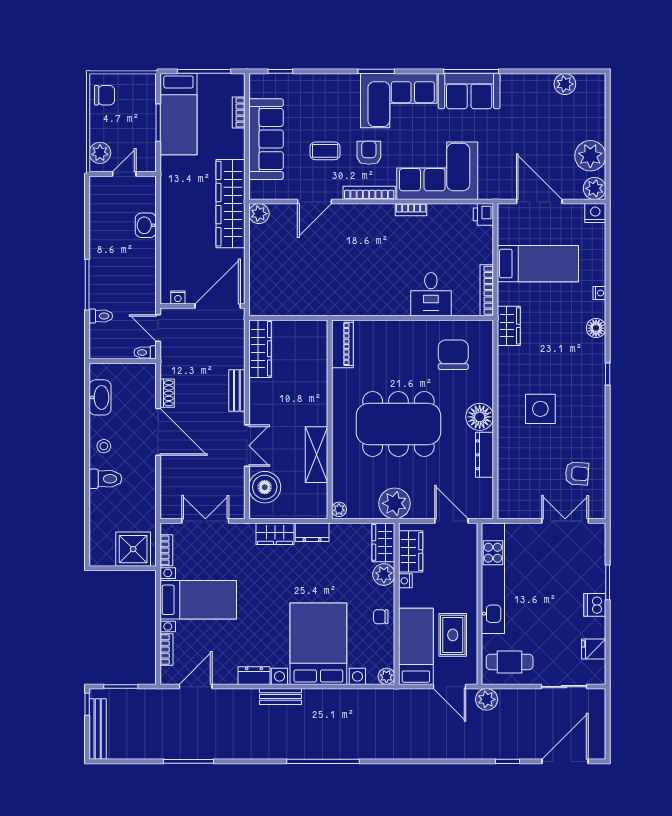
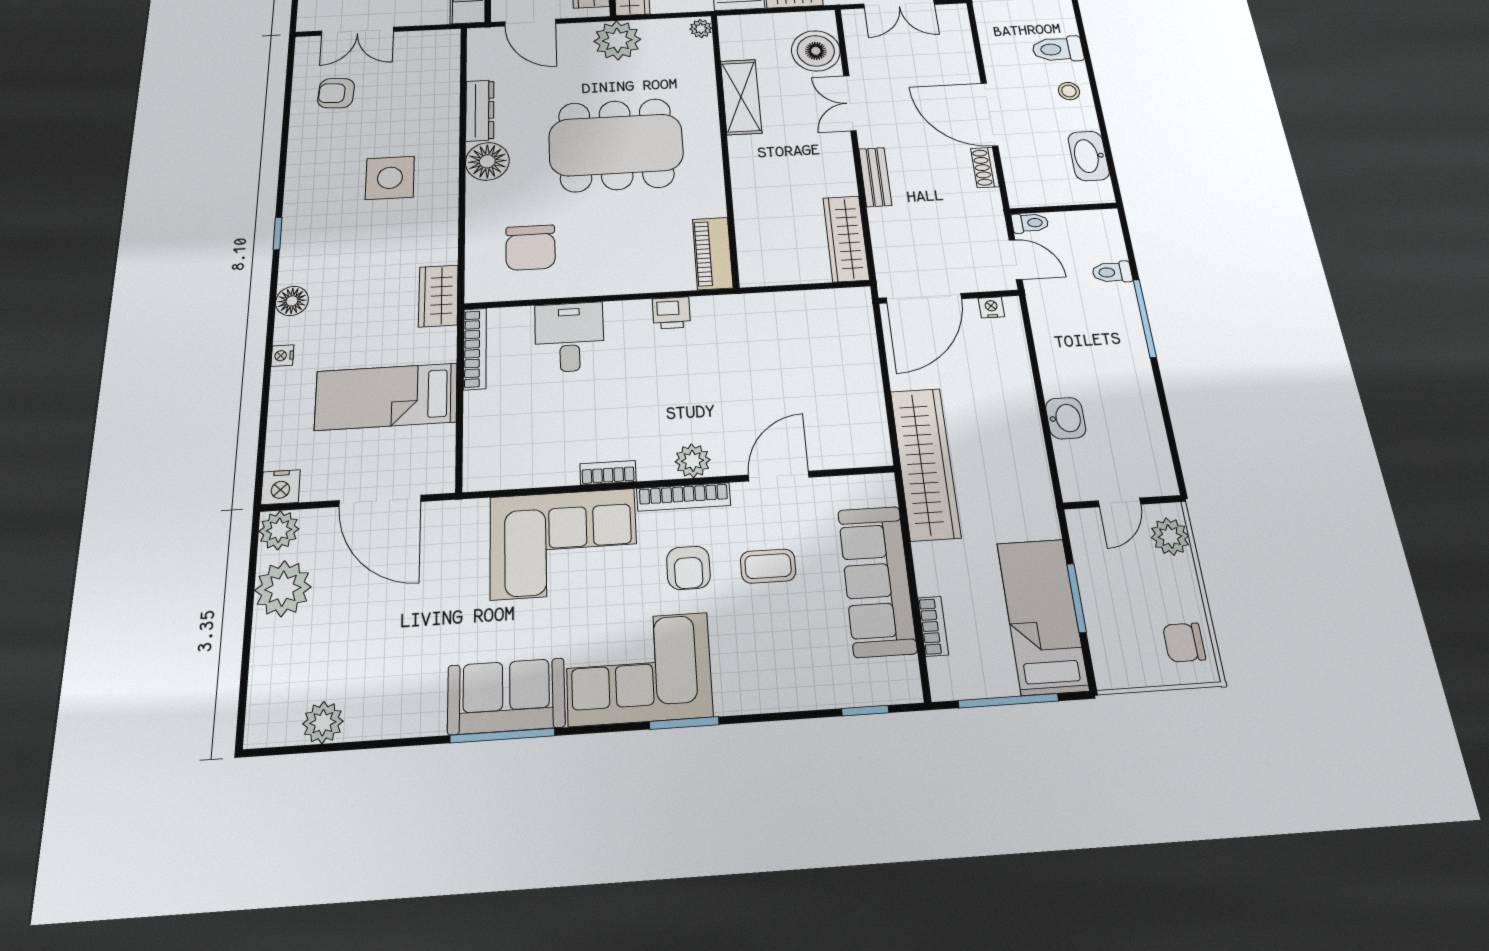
plant: (259, 214) -> (693, 461), moved
printer: (483, 214) -> (671, 313), moved, turned 90

